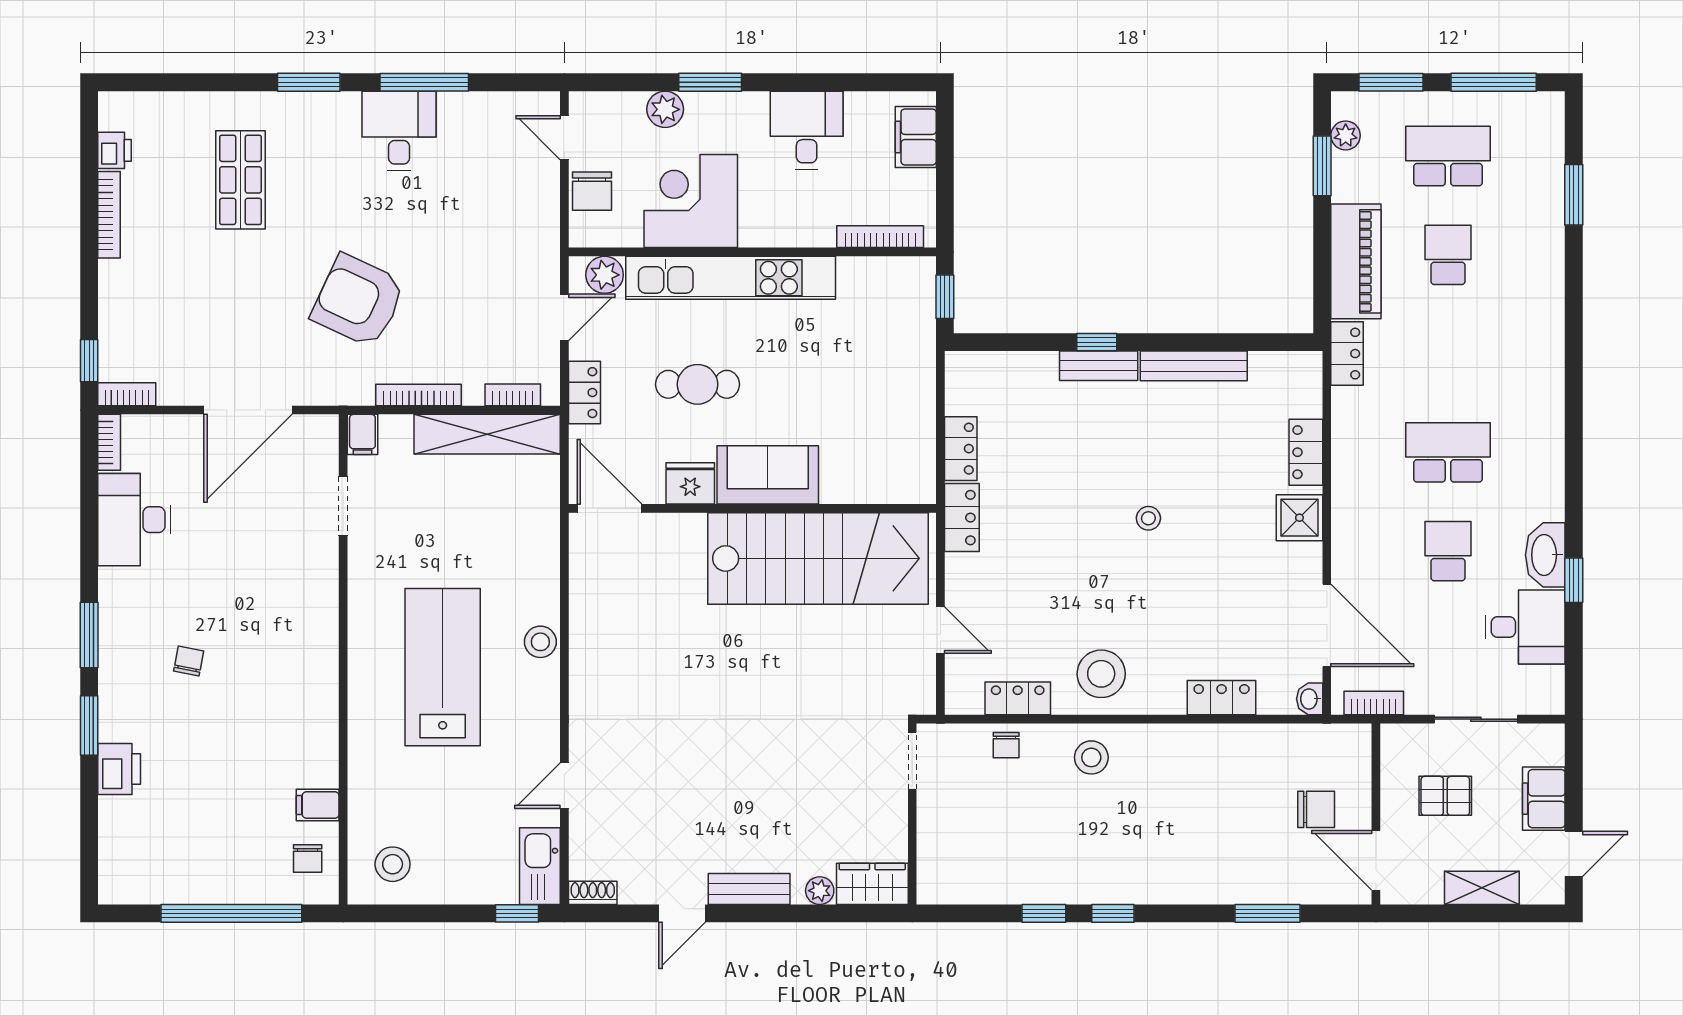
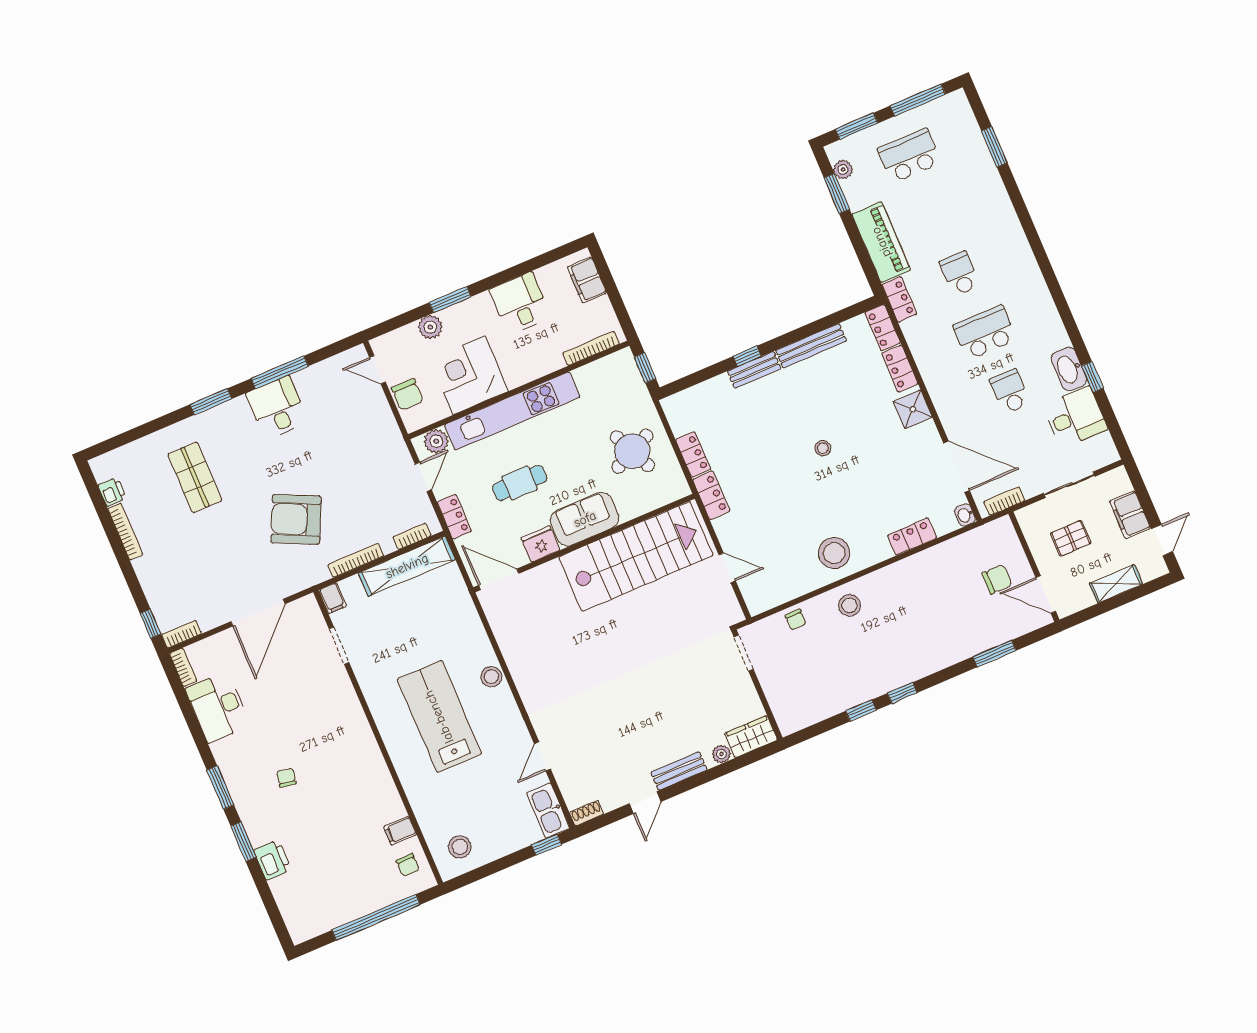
school desk: (1448, 255) -> (960, 274), moved
round table: (877, 408) -> (632, 451), added
locker: (1018, 698) -> (883, 328), moved, turned -90

